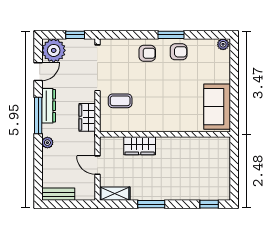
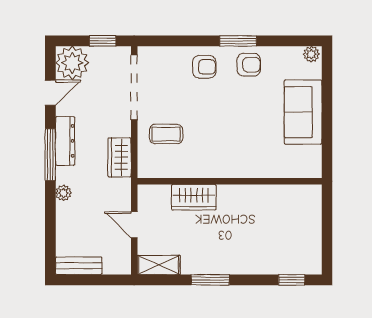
sofa: (217, 107) -> (303, 112), moved

